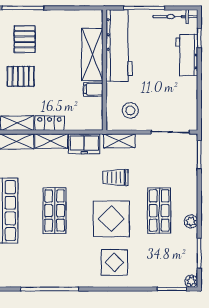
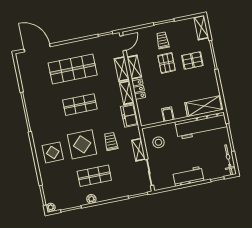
shelving: (92, 55) -> (204, 106), moved
workbench: (187, 55) -> (188, 176), moved
shelving: (119, 141) -> (139, 150), moved

